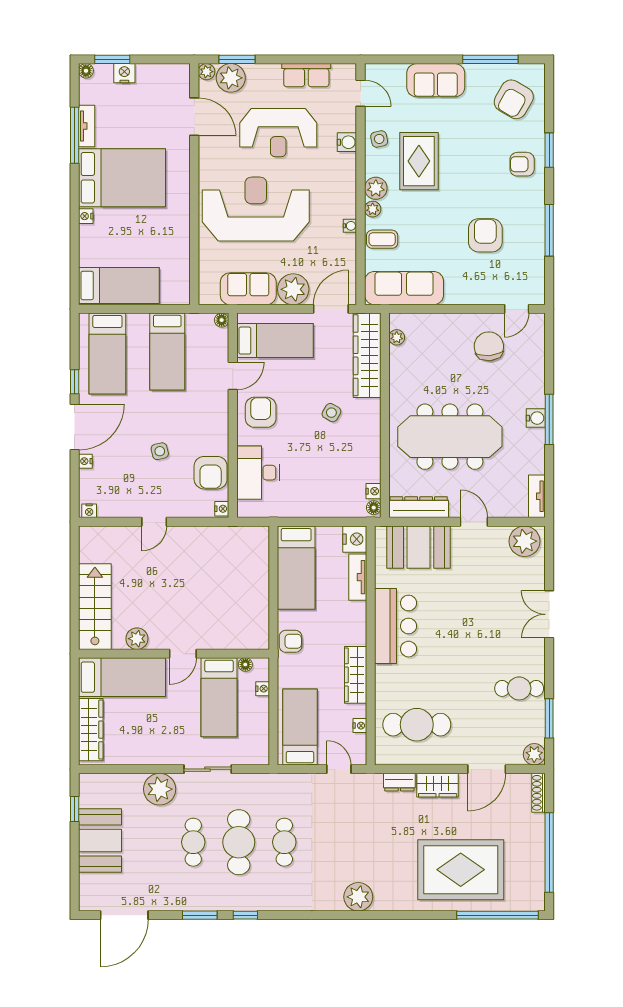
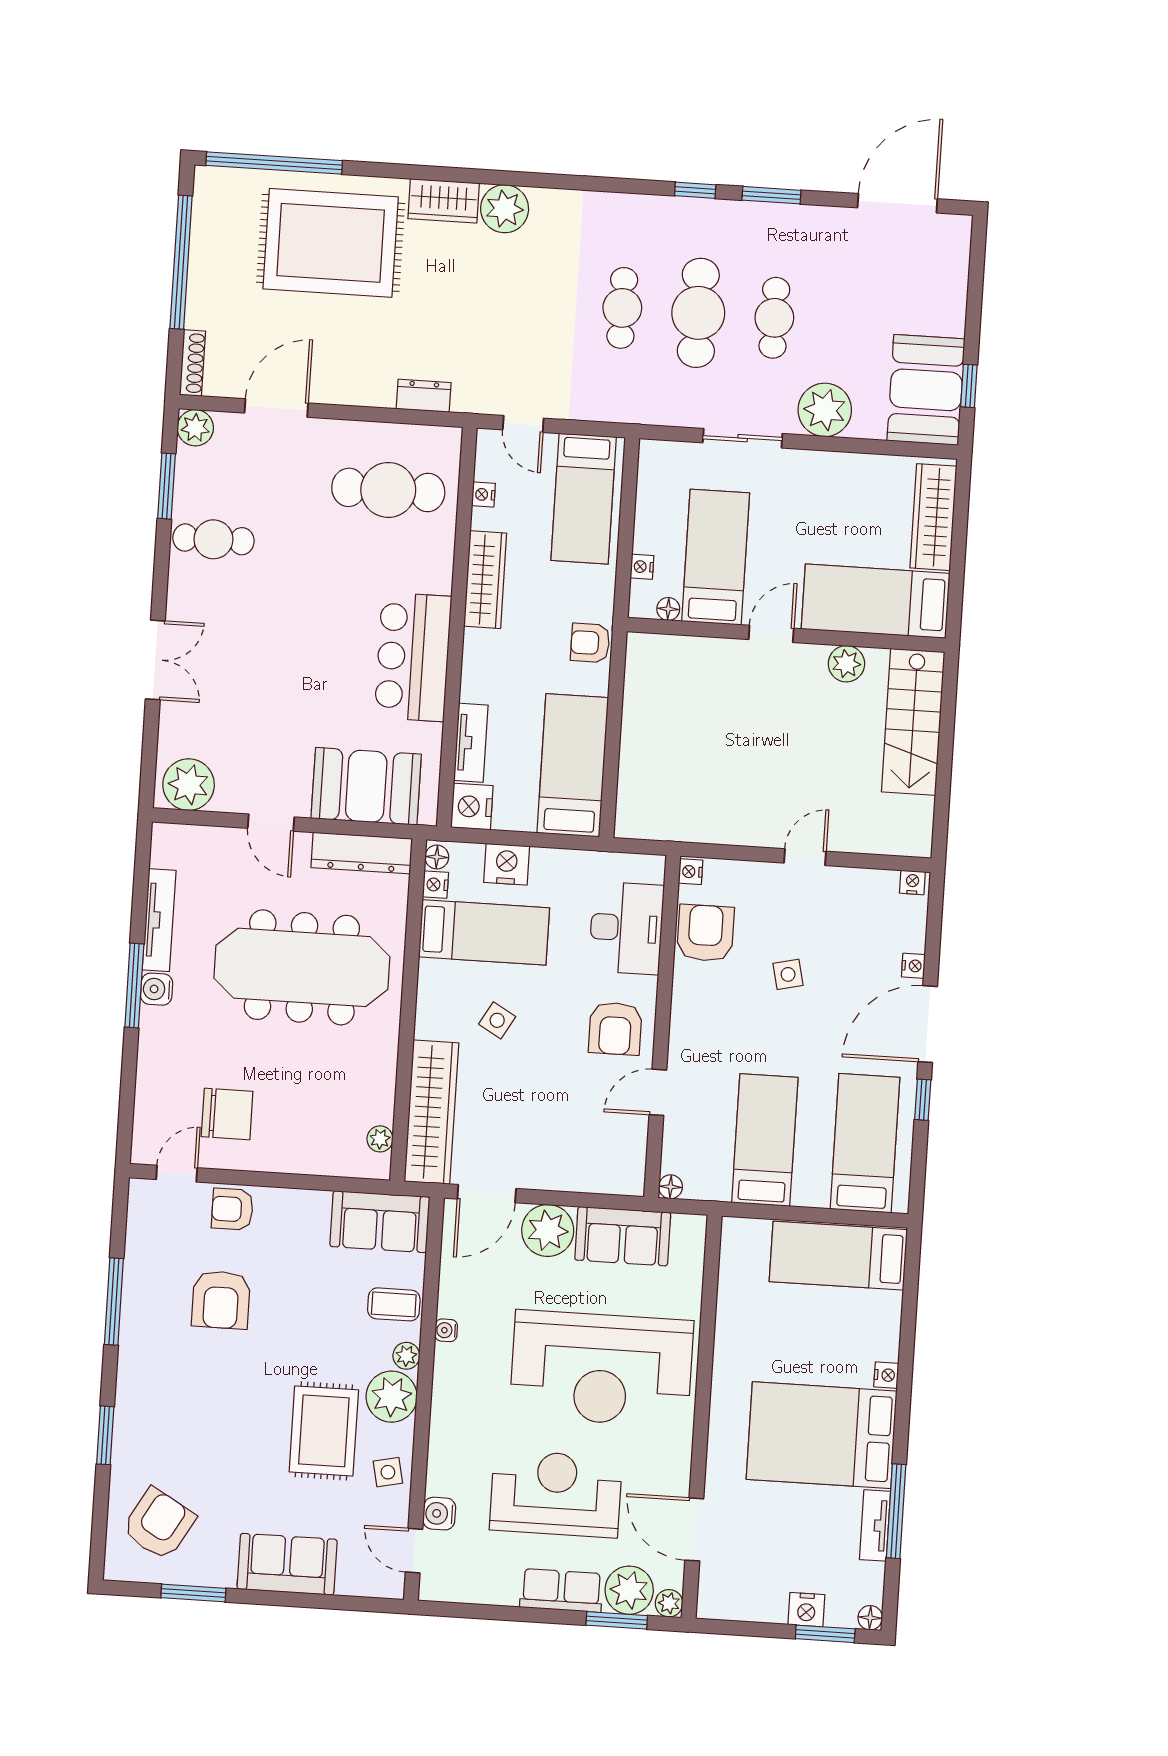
window: (490, 59) -> (193, 1593), width x0.69
row of seats: (306, 75) -> (561, 1590), moved
water cooler: (347, 142) -> (439, 1514), moved
armchair: (522, 164) -> (232, 1209), moved, turned 180
plant: (376, 188) -> (392, 1397), width x1.36, depth x1.36
sofa: (404, 288) -> (380, 1222), width x0.73
bed: (275, 341) -> (484, 932), moved, turned 180
chair: (489, 346) -> (227, 1114), turned -85
tv unit: (537, 496) -> (159, 920), moved, width x1.41
nightstand: (332, 506) -> (507, 864), added
wardrobe: (438, 785) -> (444, 201), moved, turned 180
booth: (100, 840) -> (926, 390), moved

